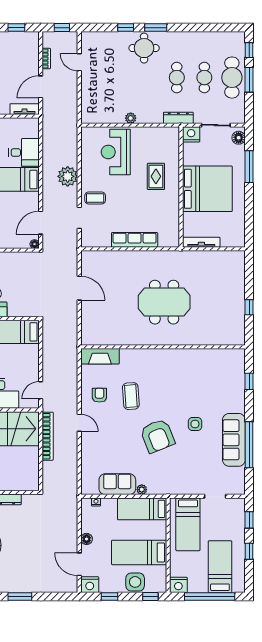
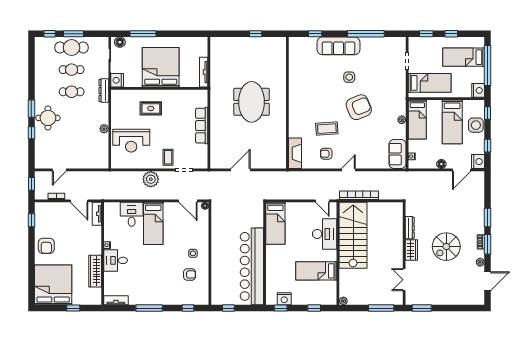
sofa: (234, 440) -> (338, 46), moved
sofa: (117, 484) -> (397, 154), moved

